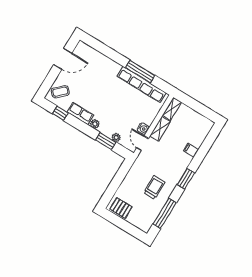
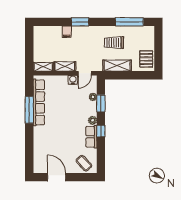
window: (60, 113) -> (101, 131), moved
shelving: (131, 177) -> (117, 66), added
window: (186, 179) -> (80, 22), moved

